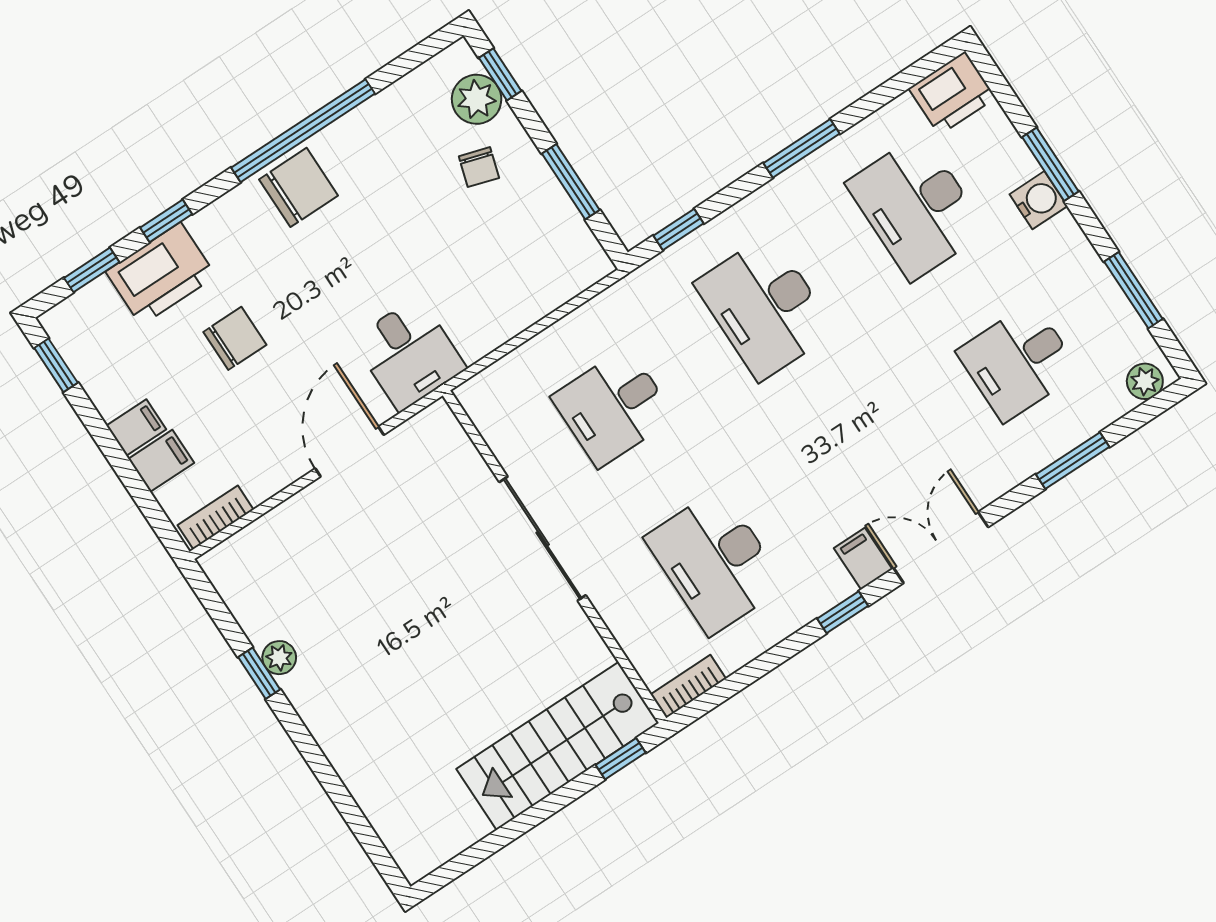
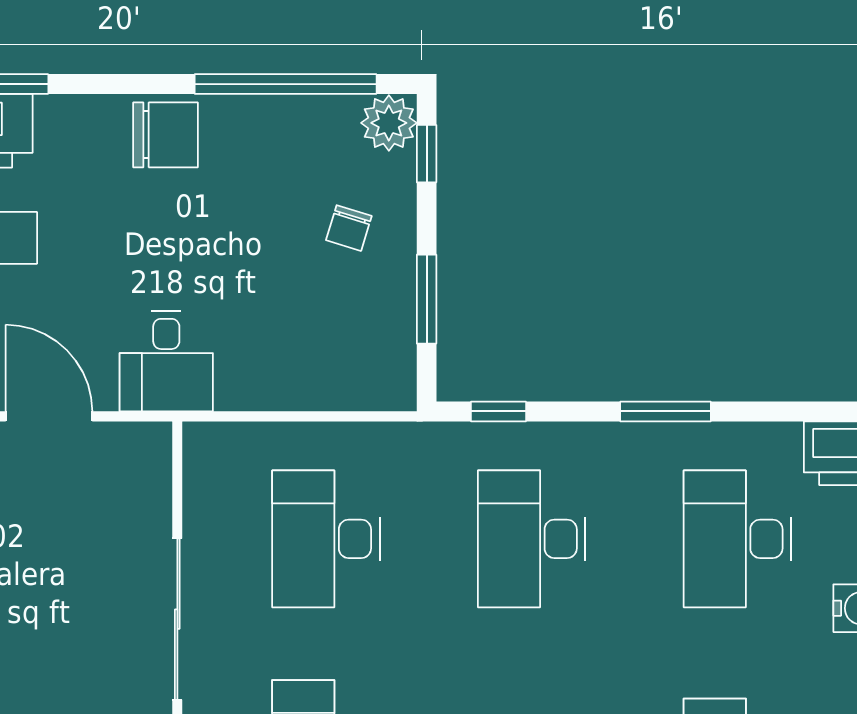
plant: (477, 99) -> (389, 123), moved
window: (303, 131) -> (286, 84), moved
desk: (613, 407) -> (326, 539), width x1.37
door: (349, 452) -> (49, 416), hinge flipped

